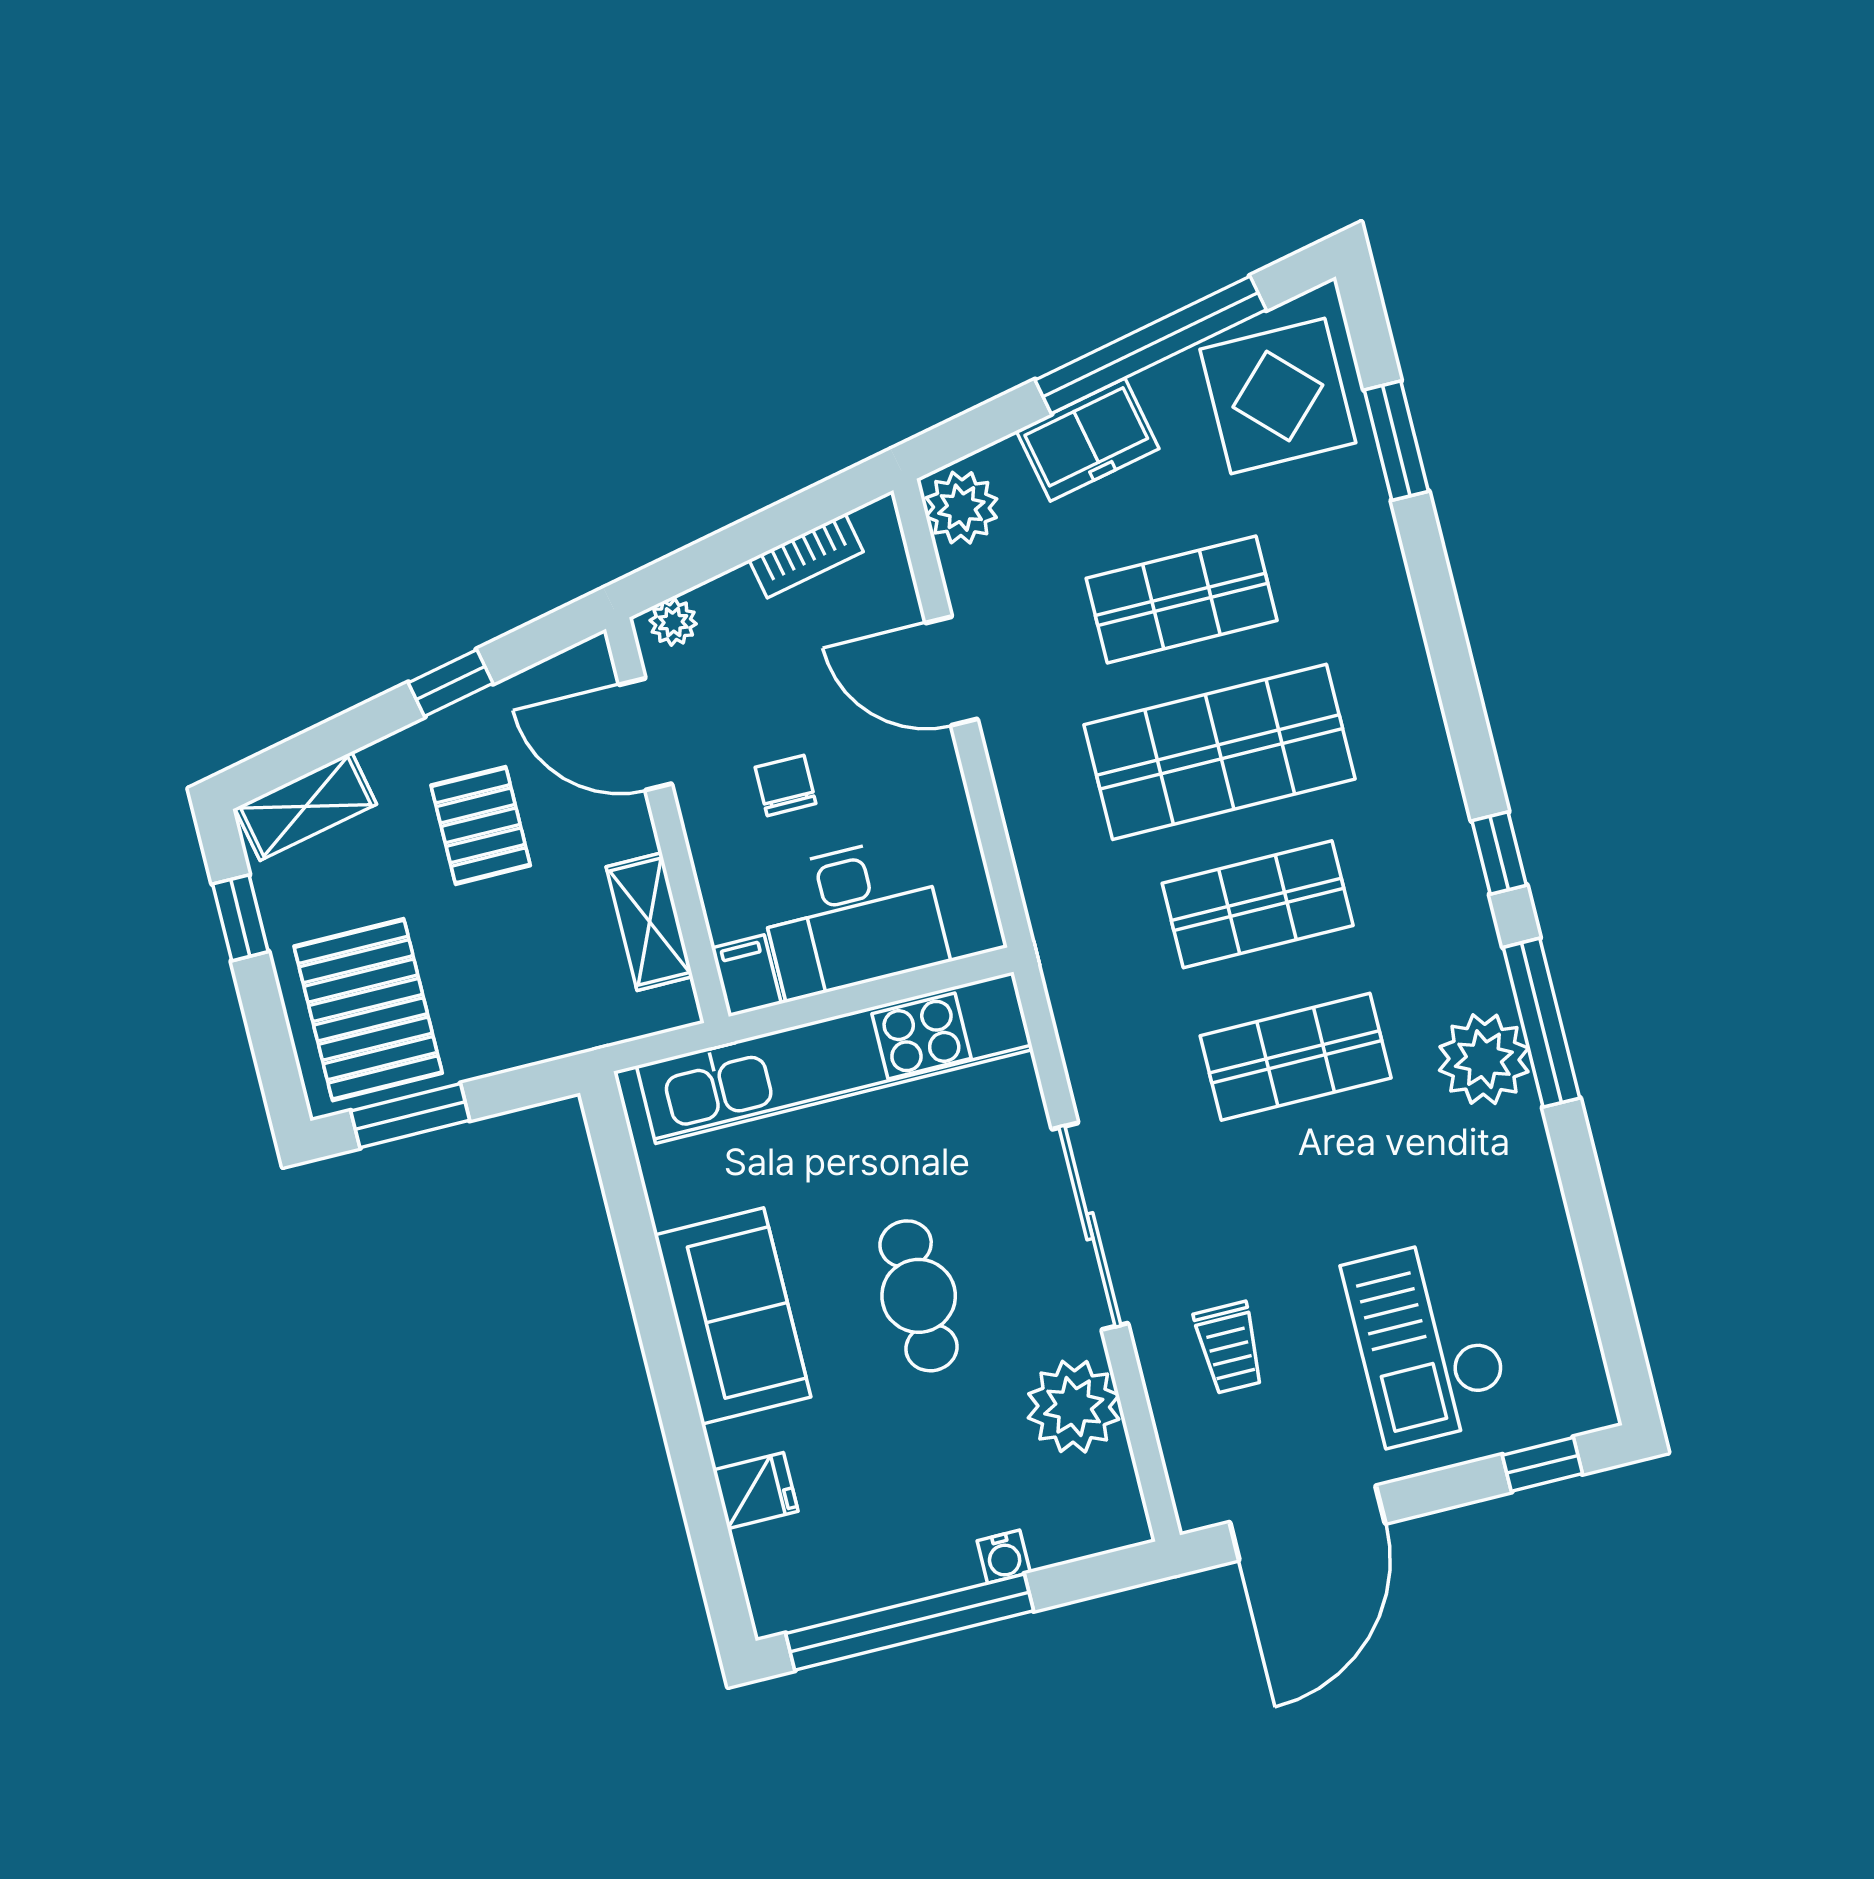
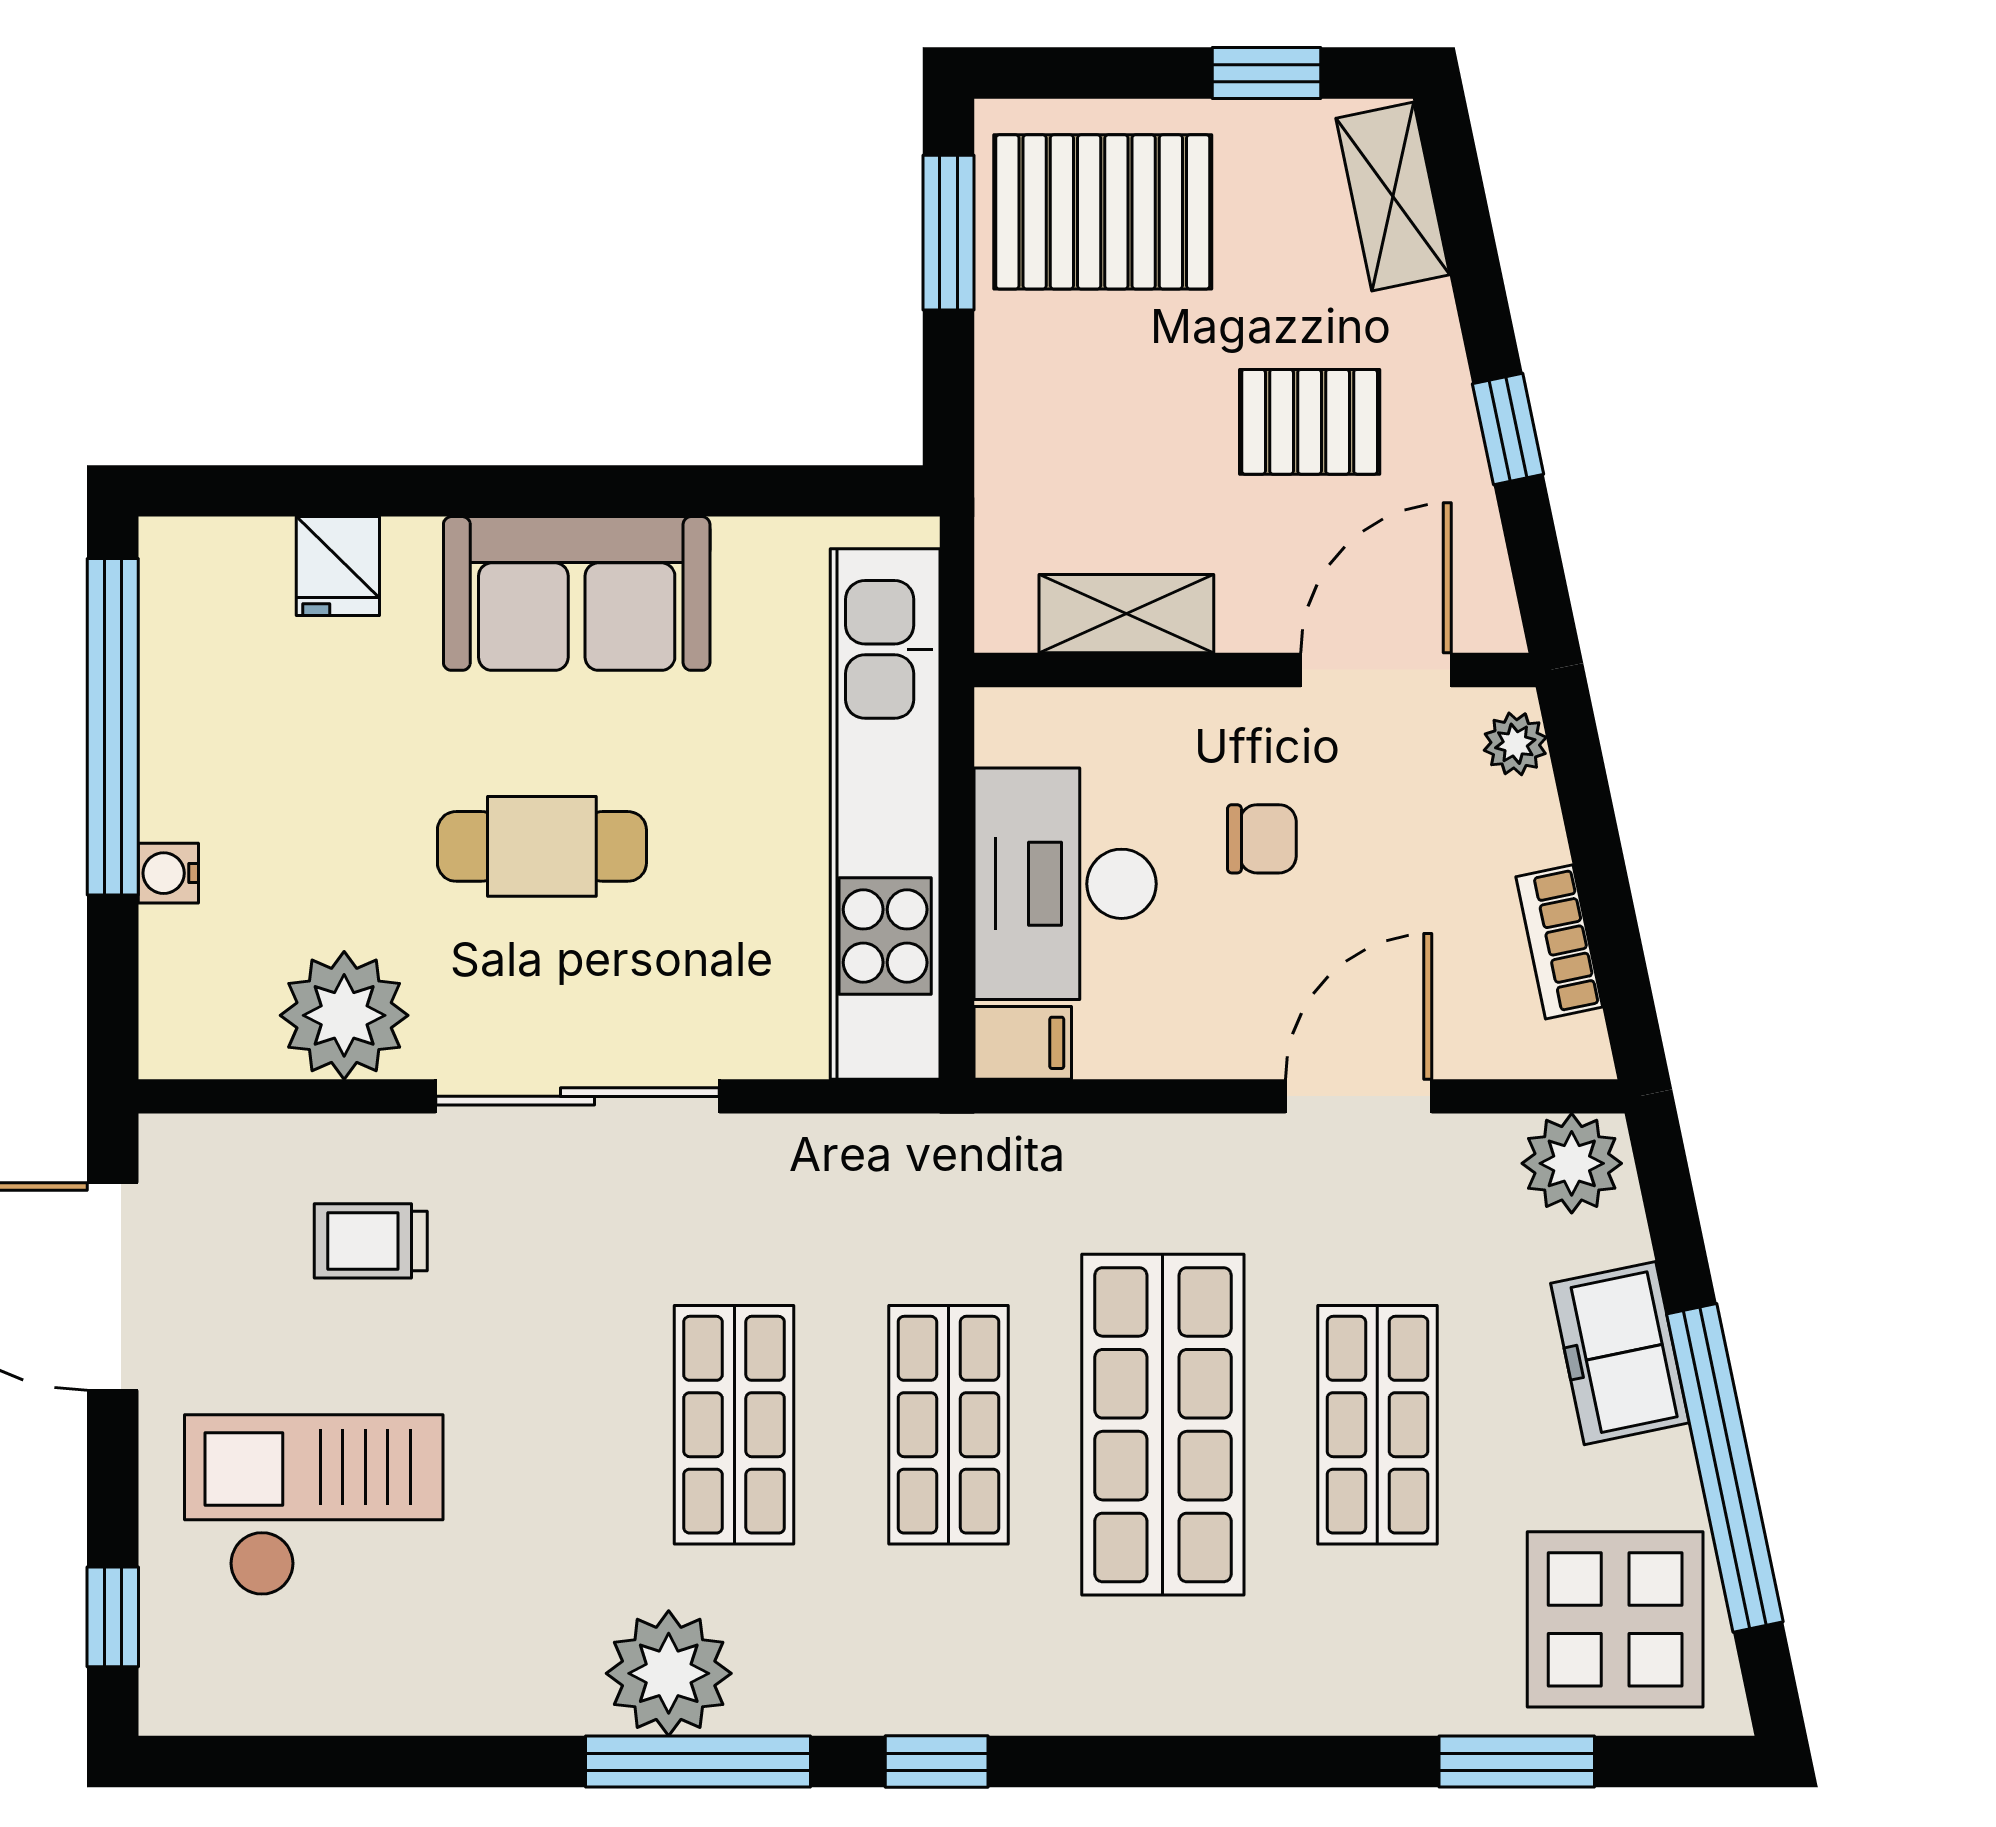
filing cabinet: (747, 976) -> (1023, 1043), moved

